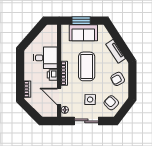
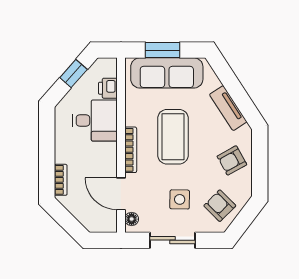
window: (34, 33) -> (74, 74), added
sofa: (83, 33) -> (167, 73), width x1.36
printer: (52, 75) -> (108, 88), moved

